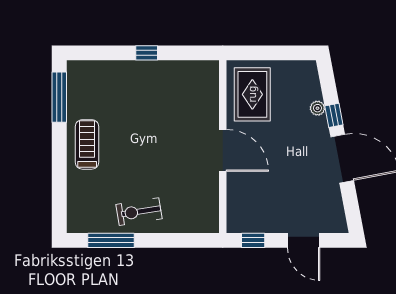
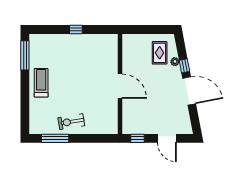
rug: (252, 94) -> (160, 53), moved, width x0.73, depth x0.70

